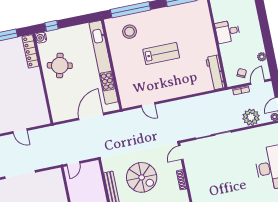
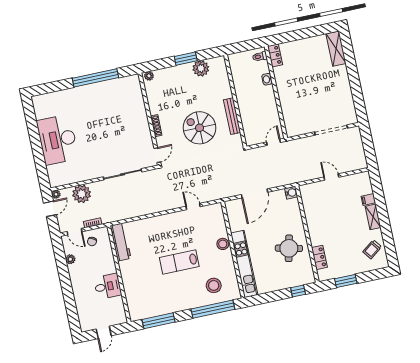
water cooler: (41, 38) -> (291, 193), moved
locker: (30, 51) -> (319, 257), width x0.66
kitchen unit: (103, 62) -> (244, 264), width x0.73
stool: (121, 70) -> (223, 244), added
door: (258, 82) -> (75, 232), hinge flipped

